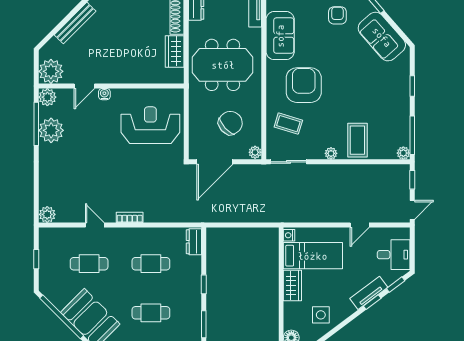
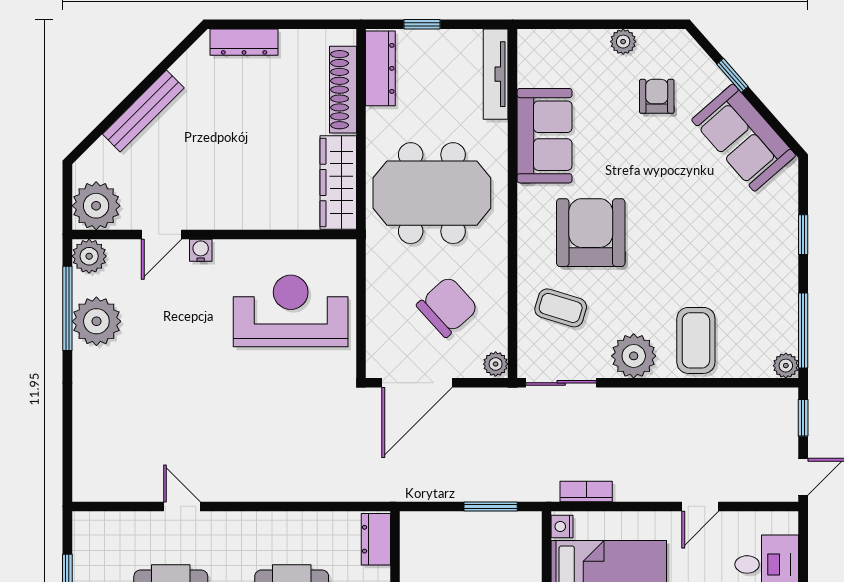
wardrobe: (175, 51) -> (338, 182), width x1.50
plant: (331, 153) -> (634, 356), width x1.88, depth x1.88
plant: (47, 214) -> (89, 486), removed
bookcase: (130, 217) -> (586, 491), moved
window: (253, 225) -> (491, 506), added

